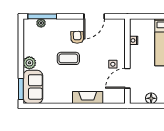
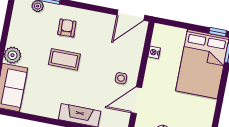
door: (94, 16) -> (131, 15), moved
armchair: (77, 37) -> (67, 28), moved

